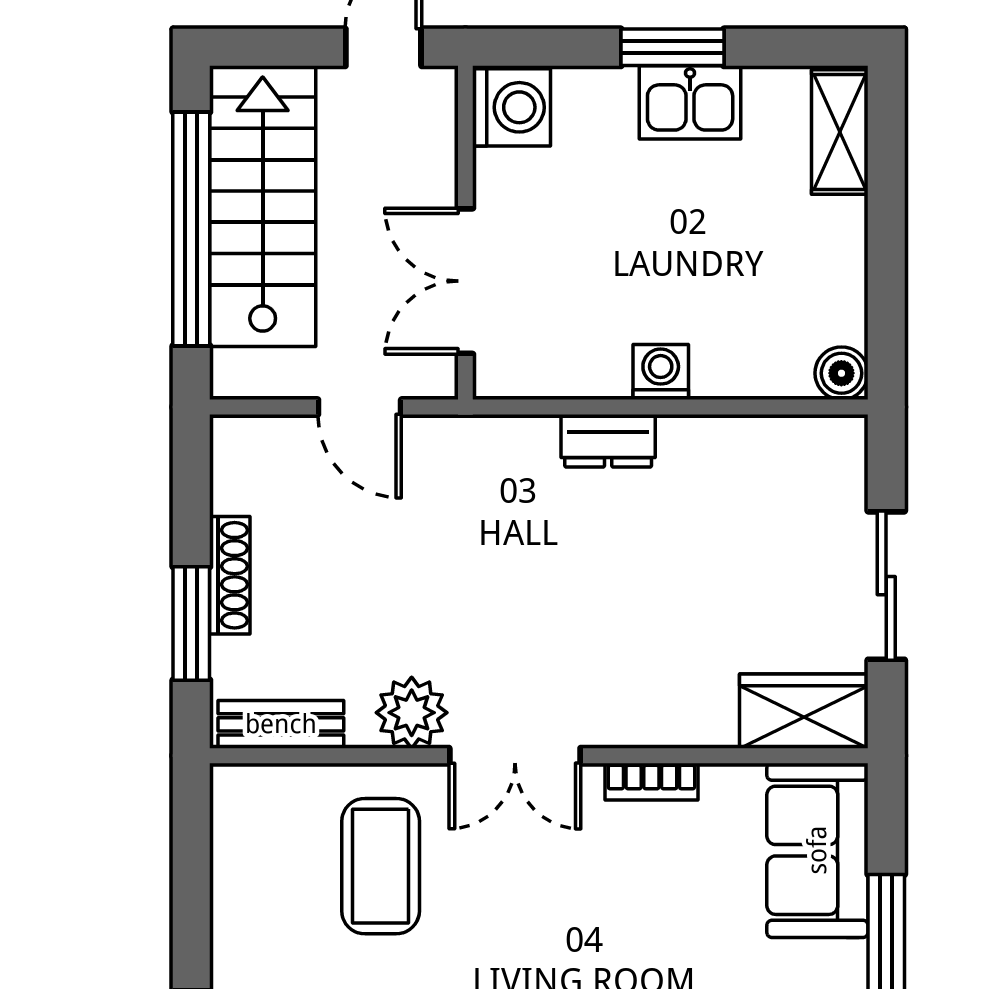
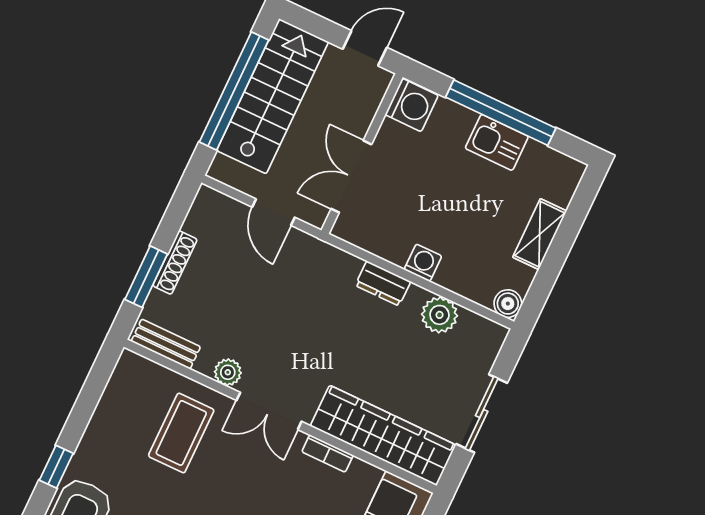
window: (672, 47) -> (501, 113), width x2.11
shelving: (840, 132) -> (540, 234), moved
plant: (732, 449) -> (439, 315), added
wardrobe: (804, 711) -> (383, 436), width x2.10, depth x1.17
plant: (412, 713) -> (228, 372), width x0.73, depth x0.73

